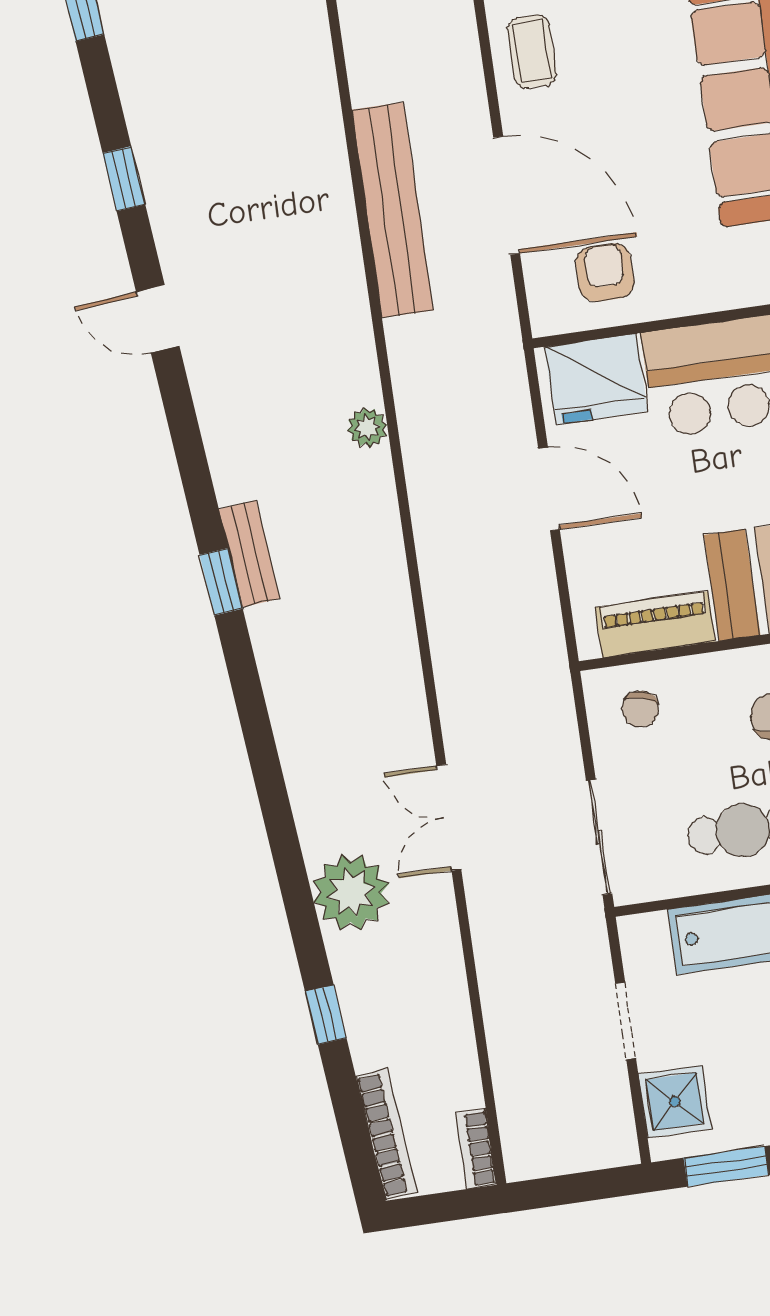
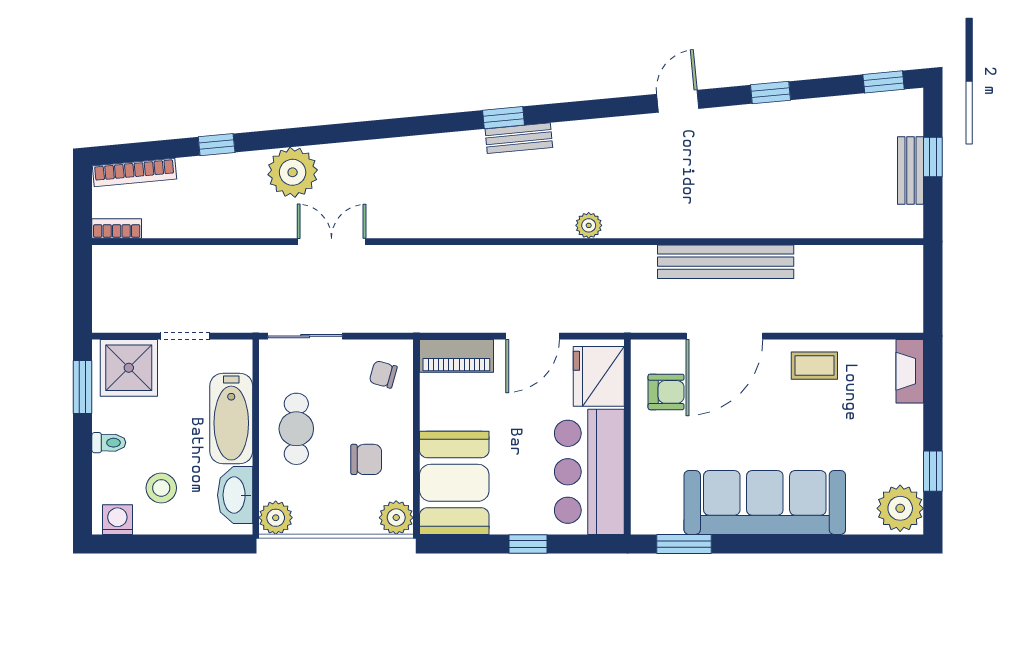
piano: (655, 625) -> (456, 356), moved, turned 90
shower: (675, 1102) -> (129, 368), width x1.36, depth x1.36

